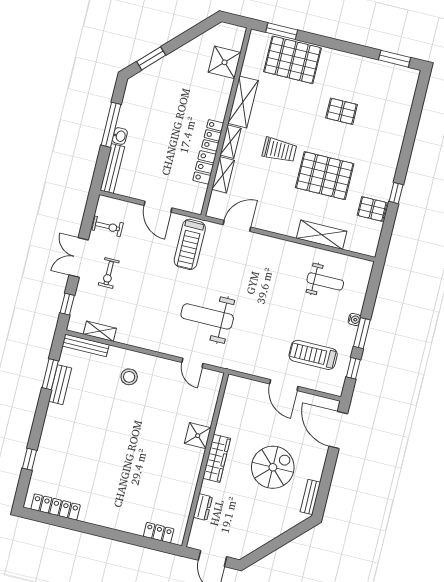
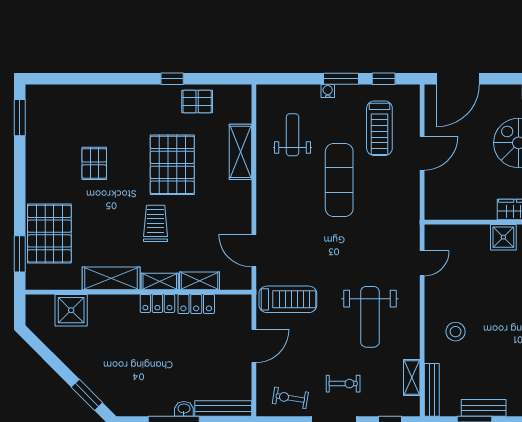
pallet: (372, 209) -> (197, 101), turned 90
exercise bike: (108, 226) -> (290, 398), turned -81
exercise mat: (278, 311) -> (339, 180), added
weight bench: (207, 316) -> (370, 317), moved

